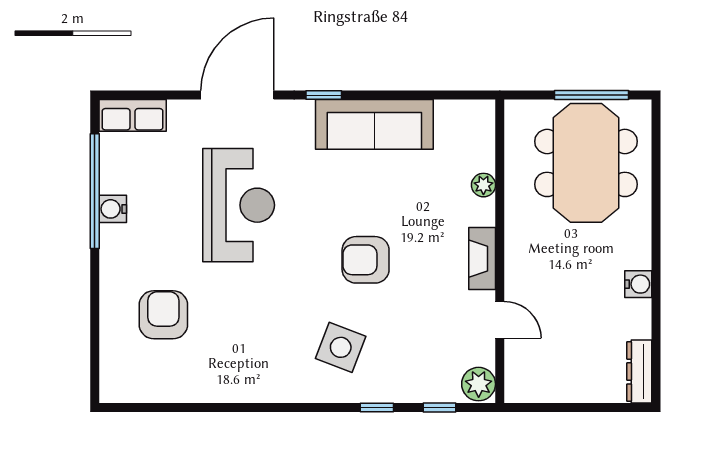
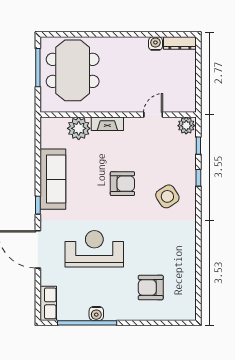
meeting table: (586, 163) -> (73, 70), turned 90
plant: (483, 185) -> (79, 128), width x1.88, depth x1.88
fireplace: (482, 259) -> (107, 124), moved
armchair: (366, 260) -> (122, 184), turned -90
water cooler: (638, 284) -> (155, 44), moved
side table: (341, 347) -> (167, 196), turned 36

